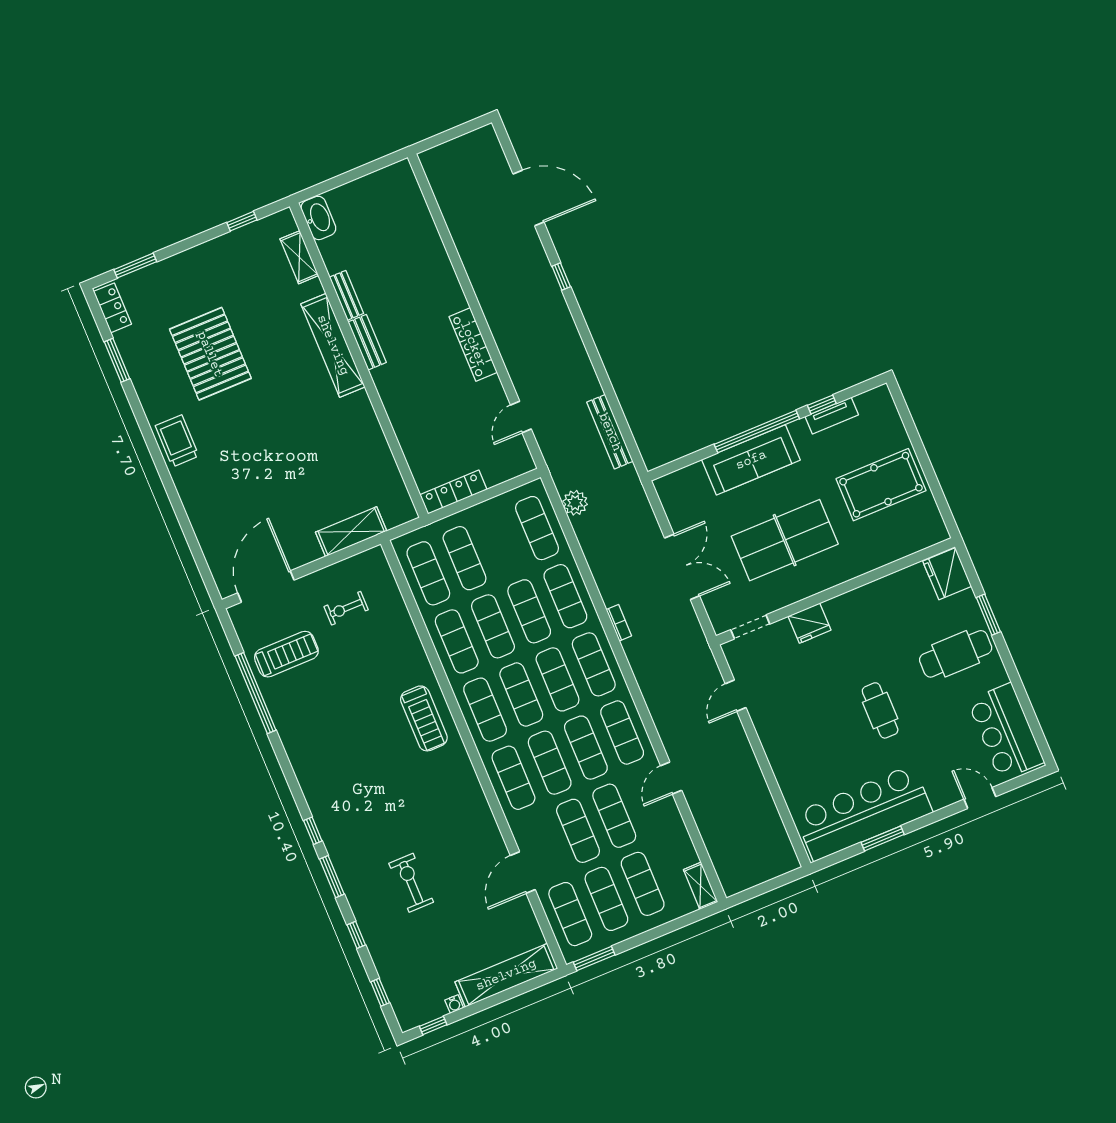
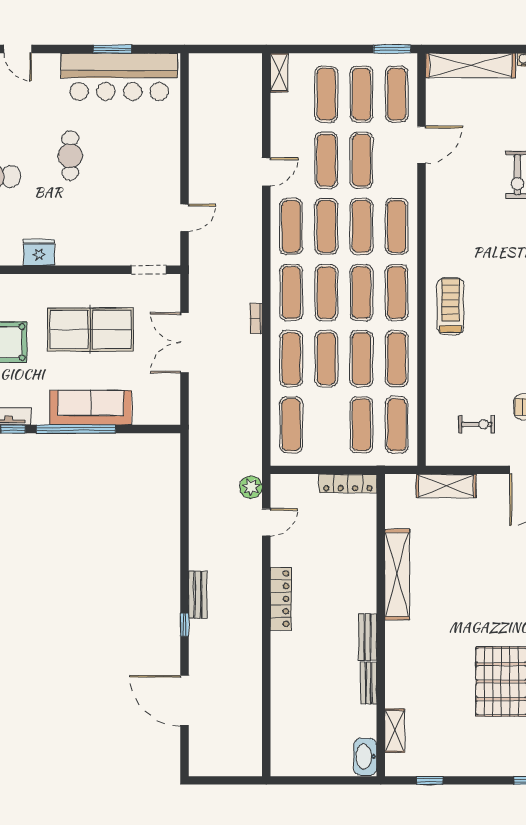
shelving: (333, 345) -> (397, 574), moved
bench: (610, 432) -> (198, 595), moved, width x0.73
plant: (575, 503) -> (251, 487), moved
fridge: (810, 623) -> (39, 252), moved

